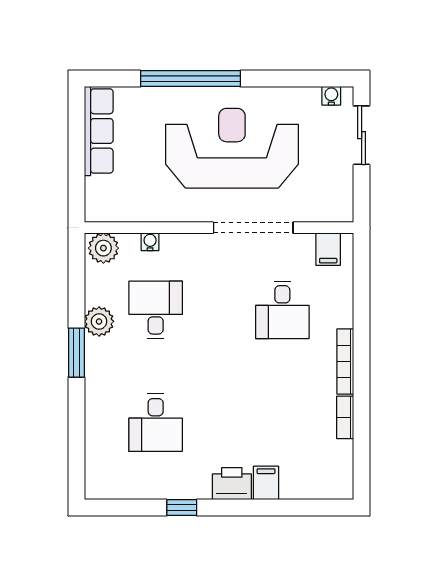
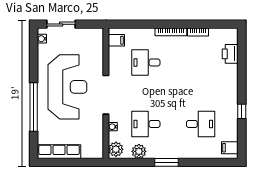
reception desk: (232, 148) -> (67, 87), turned 180
doorway: (253, 228) -> (106, 95), moved
desk: (282, 310) -> (146, 62), turned 180
plant: (99, 321) -> (139, 151), moved
filing cabinet: (266, 483) -> (230, 148), moved
printer: (232, 484) -> (230, 54), moved

